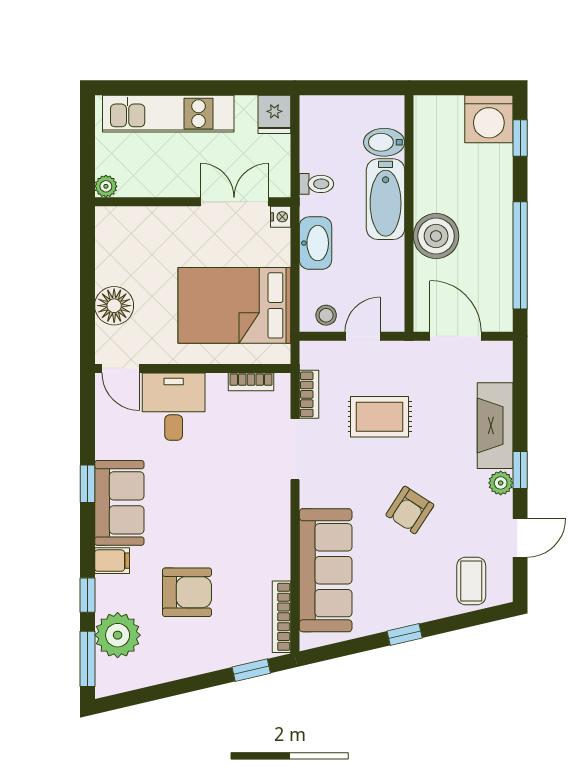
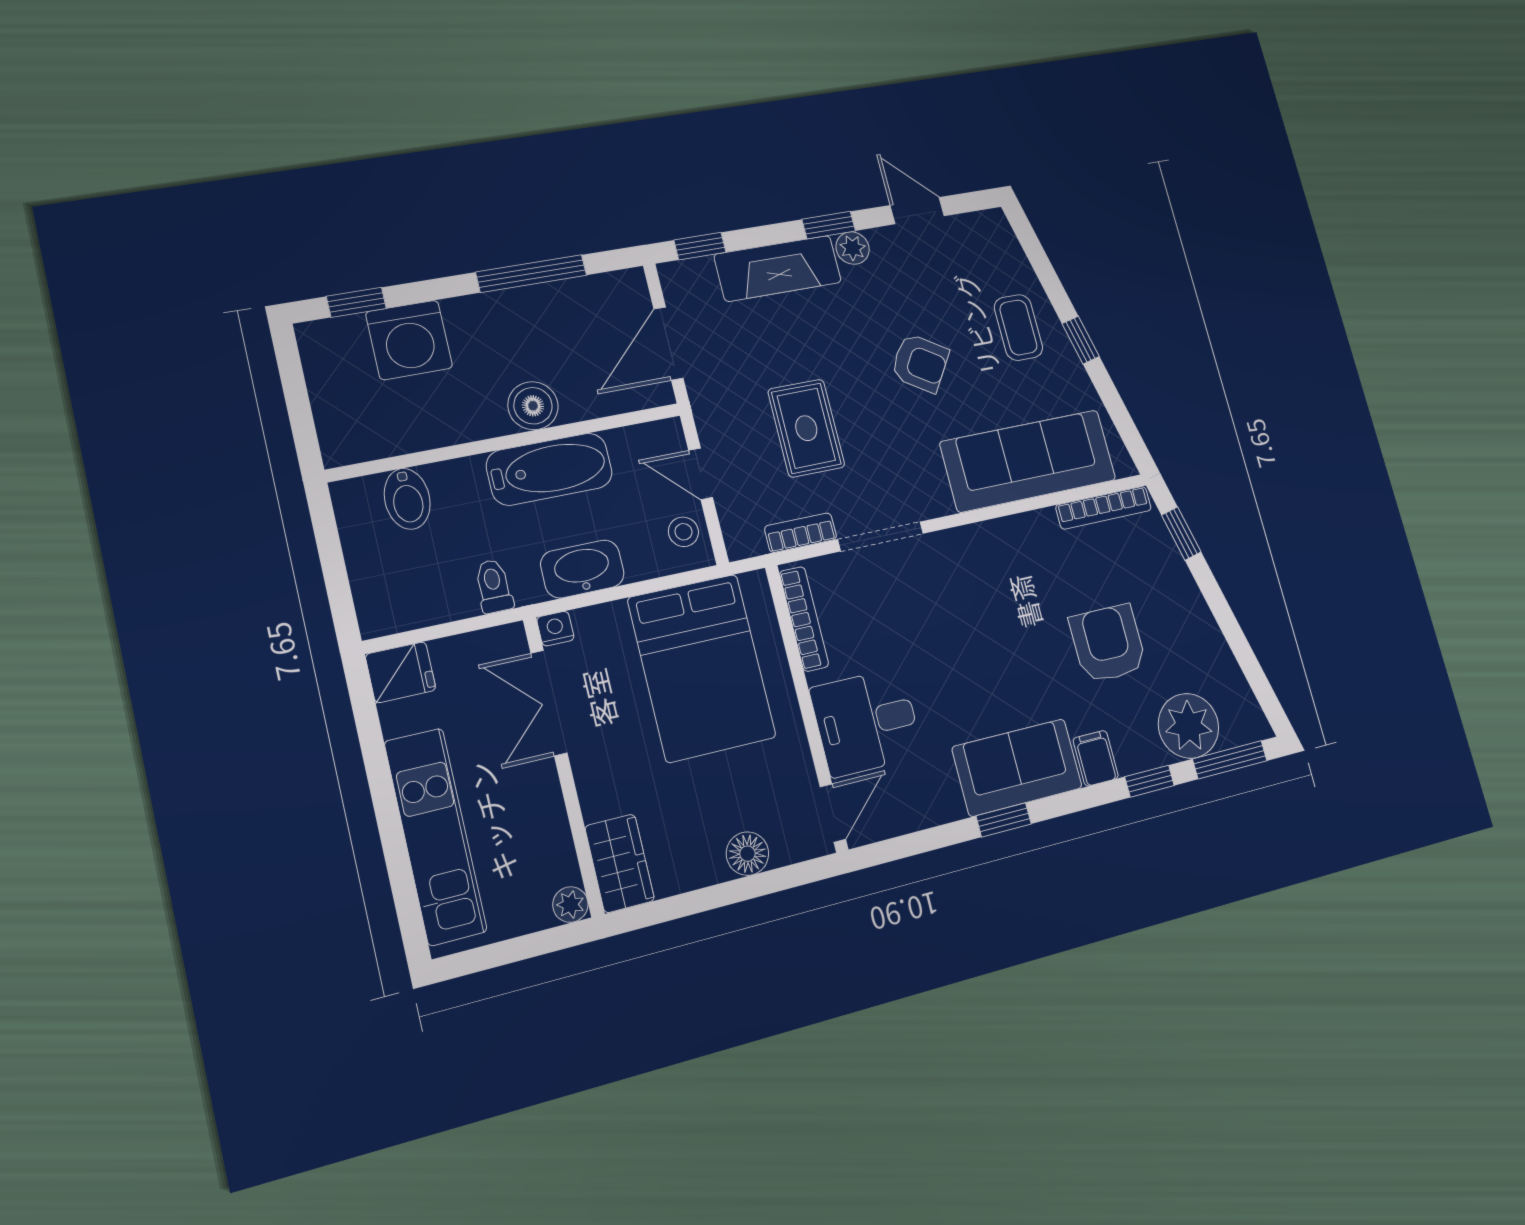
washing machine: (489, 119) -> (409, 340), moved, turned 90
bathtub: (386, 199) -> (549, 469), moved
wardrobe: (123, 223) -> (620, 863), added
boiler: (436, 236) -> (533, 406), width x0.73, depth x0.73
window: (520, 255) -> (531, 274), width x0.68
floor lamp: (114, 306) -> (747, 854), width x0.73, depth x0.73
window: (520, 375) -> (700, 246), added
bookcase: (251, 382) -> (804, 619), width x1.56
coffee table: (471, 581) -> (1018, 328), moved, turned 90

